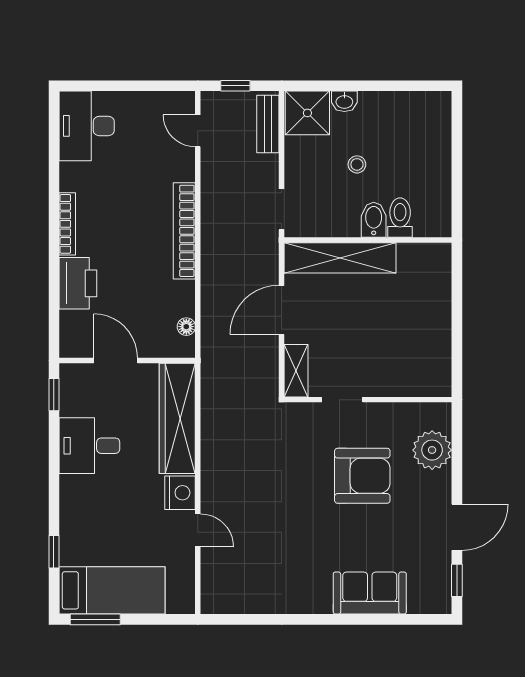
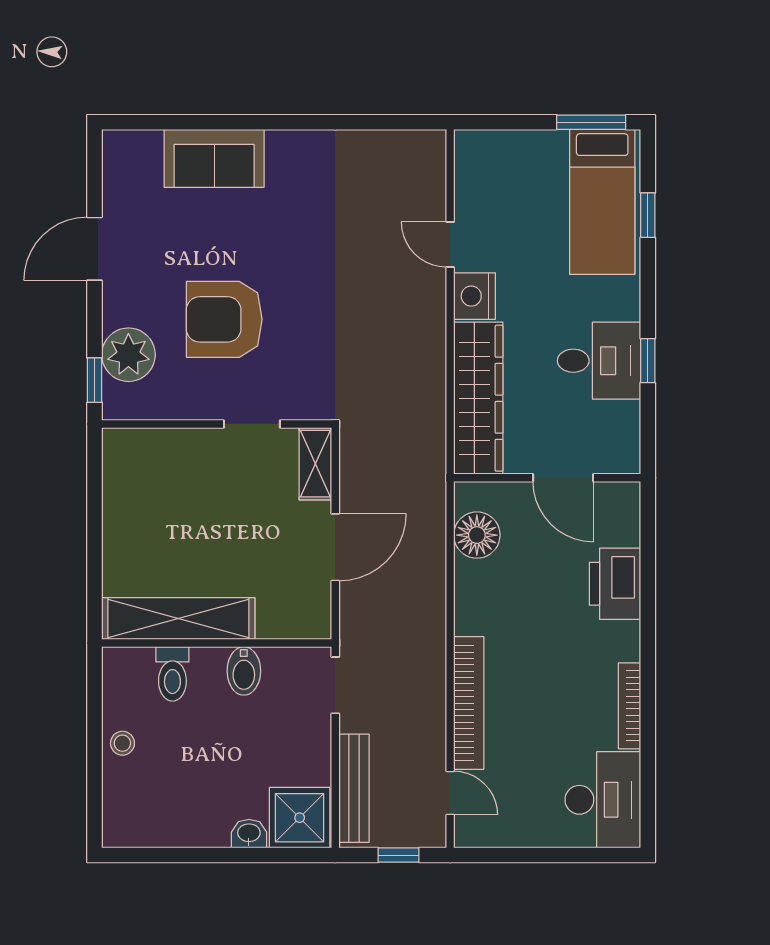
bench: (268, 124) -> (354, 788), width x1.36
stool: (357, 164) -> (122, 743), moved
bidet: (374, 220) -> (244, 671), moved
bookcase: (67, 224) -> (629, 706), moved
bookcase: (184, 231) -> (469, 703), moved
shelving: (340, 258) -> (178, 619), moved
floor lamp: (186, 327) -> (477, 535), width x1.89, depth x1.89
window: (54, 395) -> (648, 361), moved
window: (457, 580) -> (94, 380), moved
bed: (112, 590) -> (602, 202), moved, turned -90

